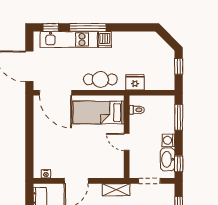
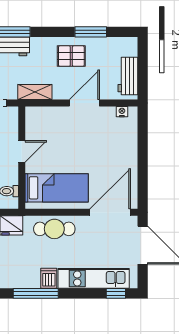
window: (88, 27) -> (36, 293), moved
door: (55, 93) -> (110, 212), hinge flipped
door: (127, 142) -> (22, 151), hinge flipped

